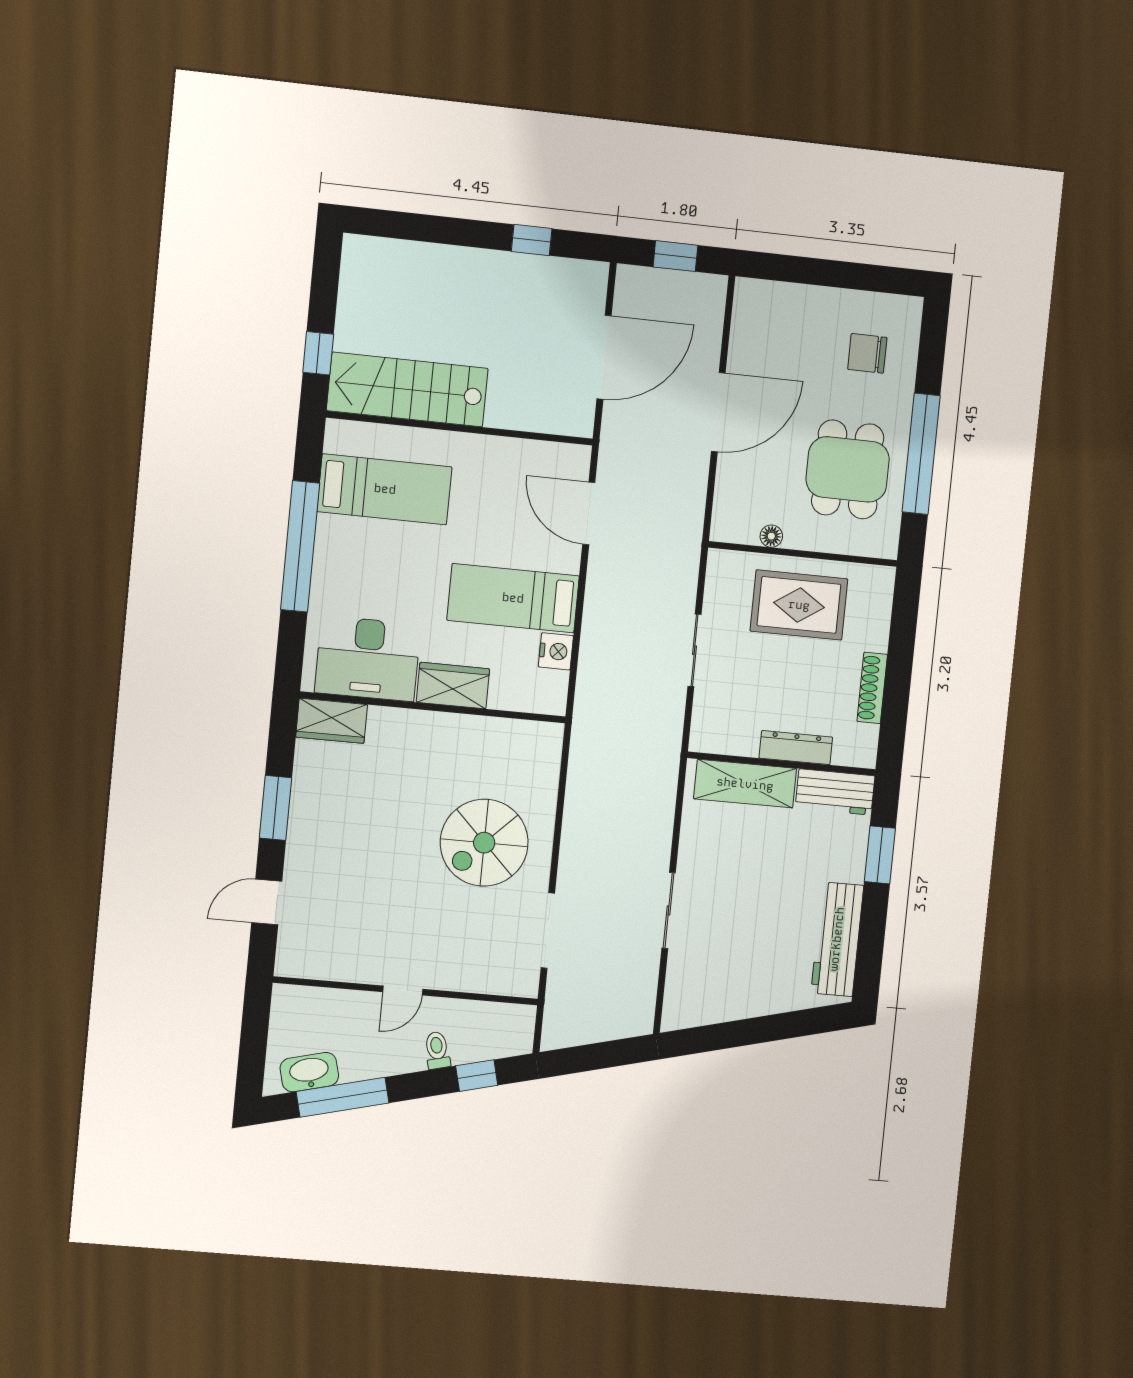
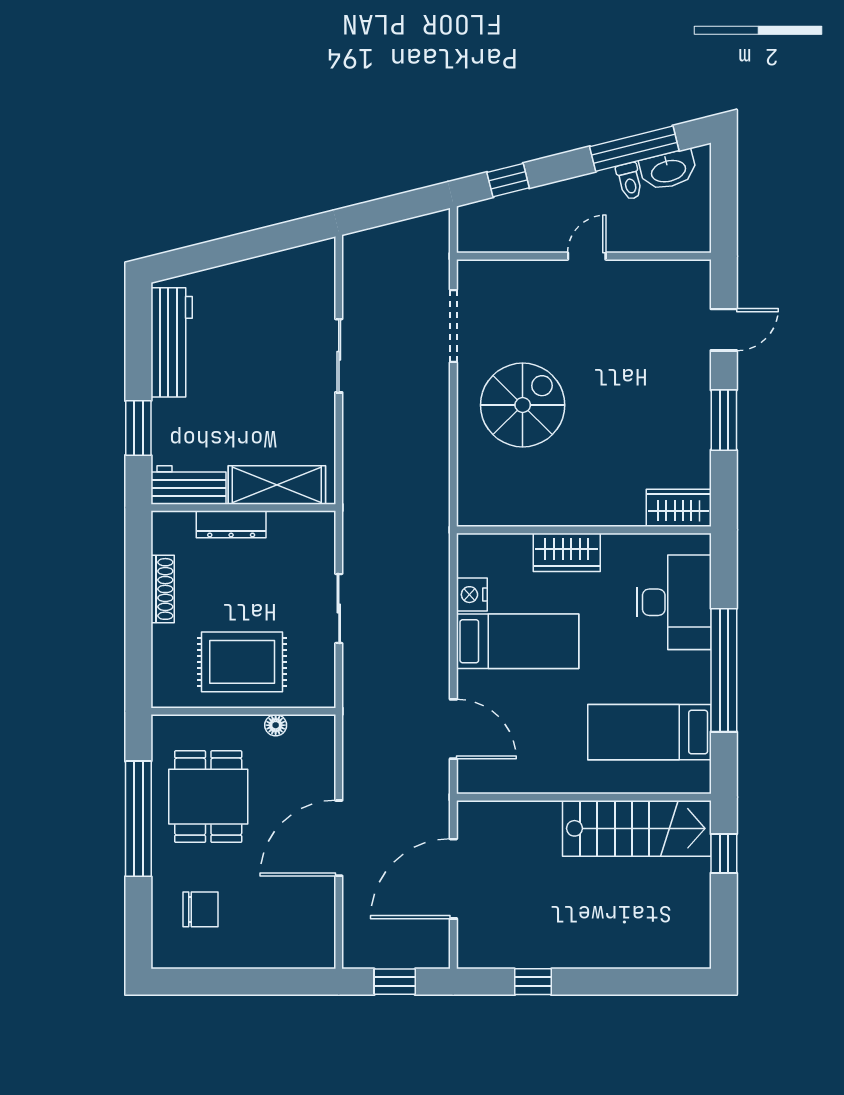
desk: (368, 659) -> (674, 602), moved, turned 90
toilet: (437, 1050) -> (629, 181), moved

